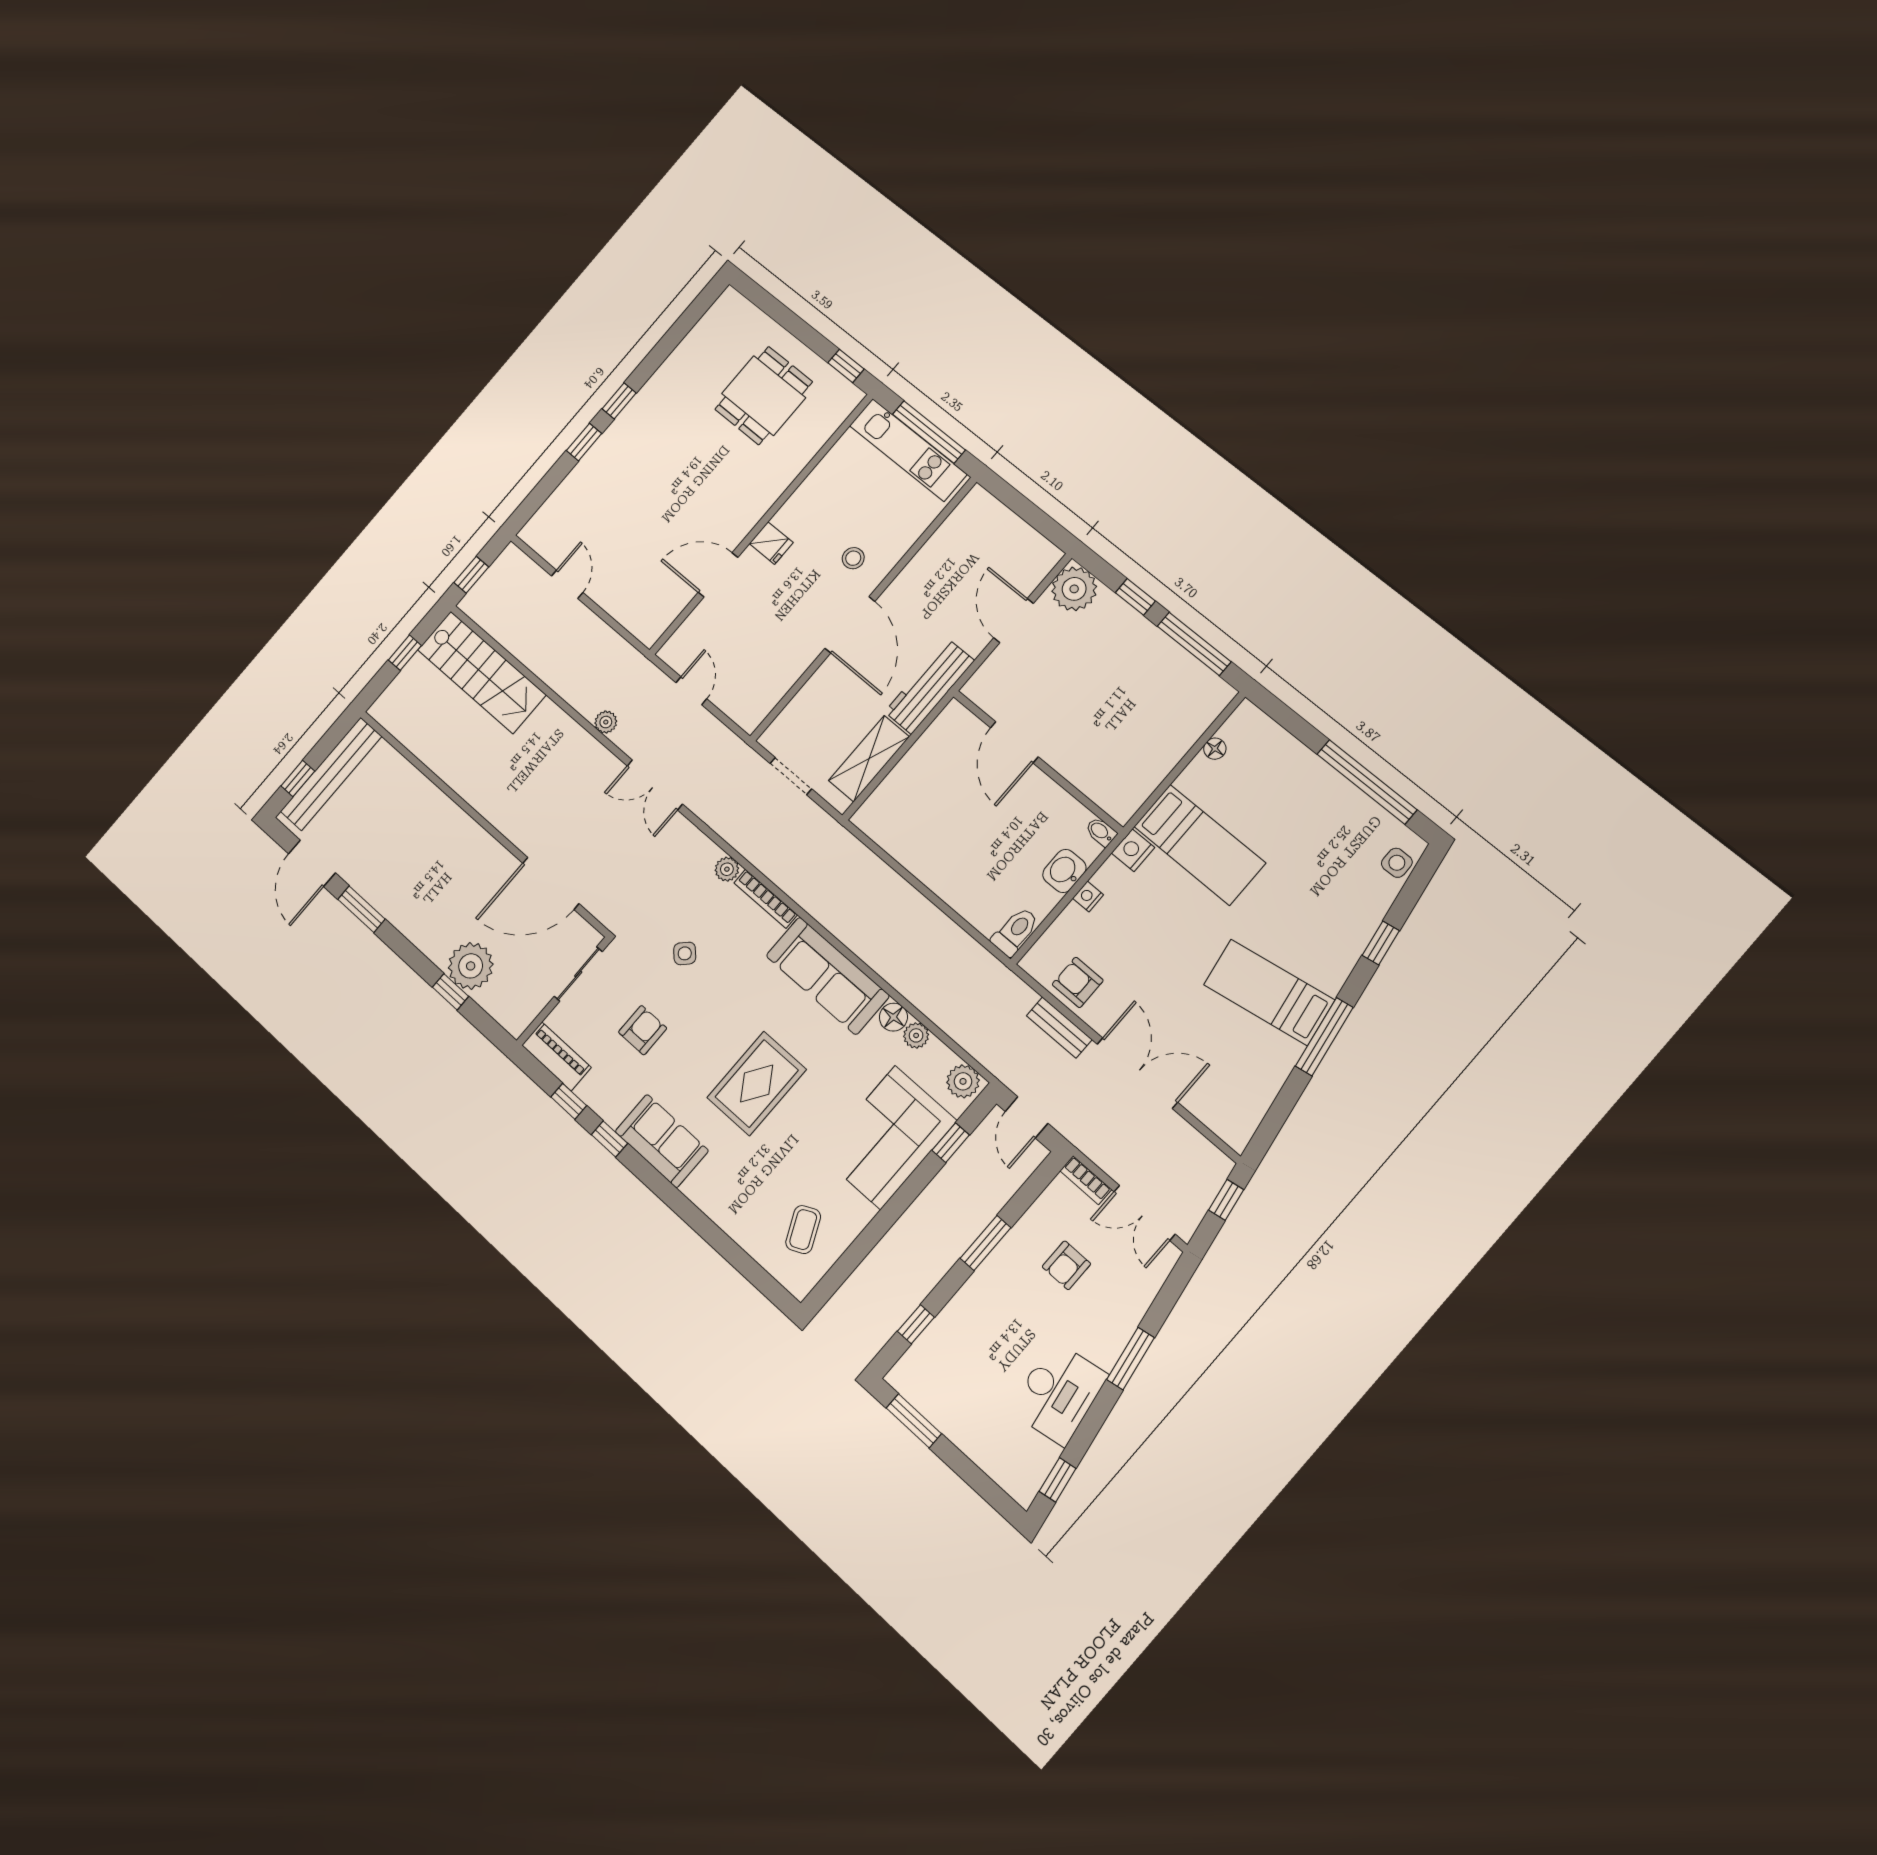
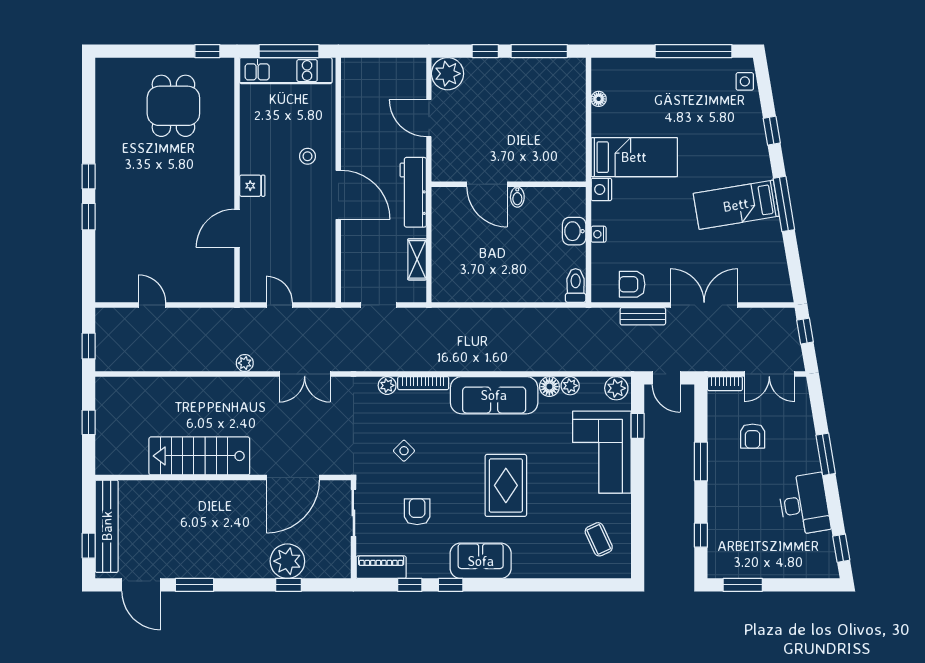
stairs: (482, 672) -> (199, 456), moved, turned 180
shelving: (869, 759) -> (417, 259), width x0.67, depth x0.75
bidet: (1101, 832) -> (517, 197), moved, turned -90

